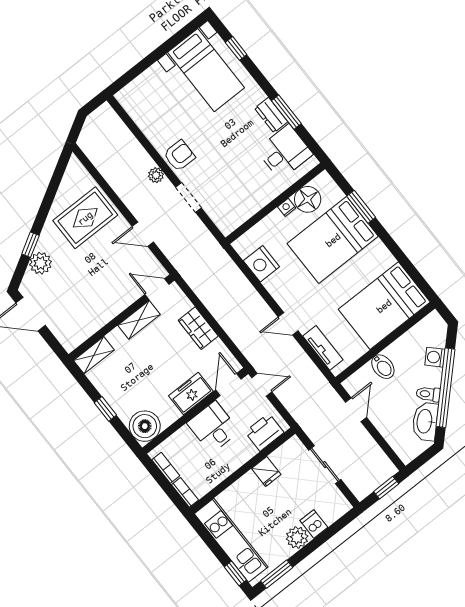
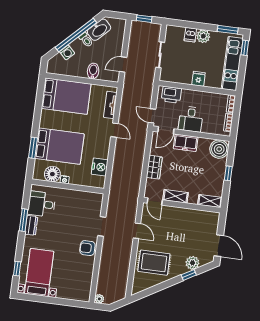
plant: (156, 175) -> (99, 299), moved
fridge: (266, 472) -> (198, 79), moved

